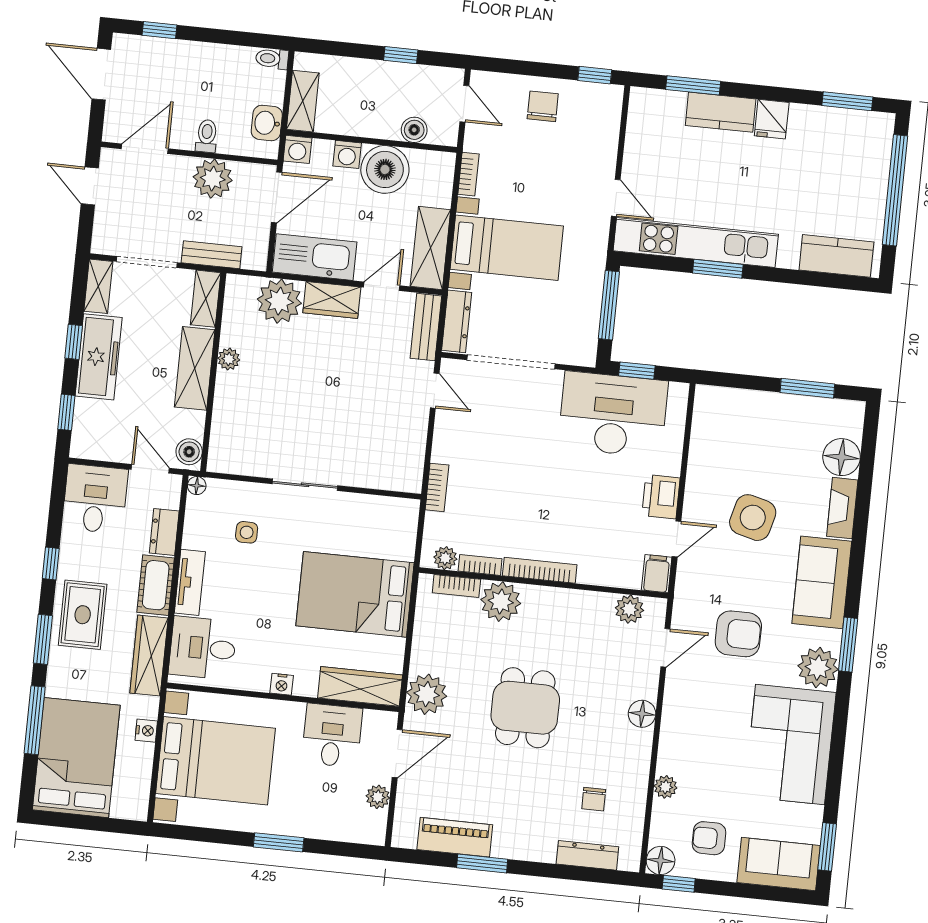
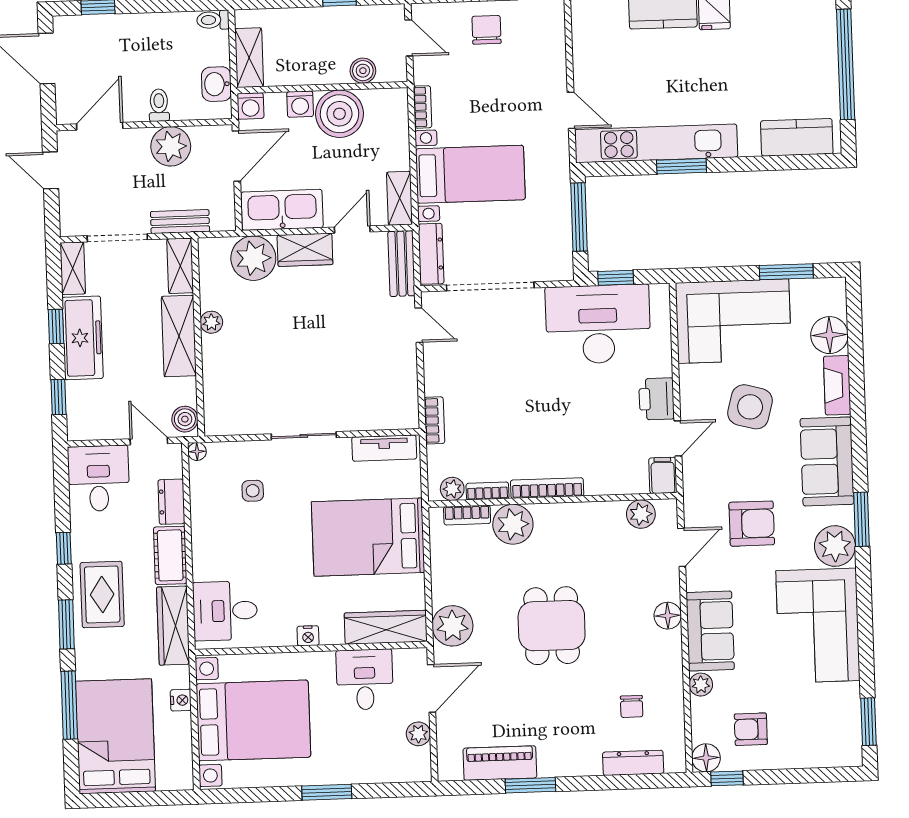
shelving: (430, 248) -> (400, 198), width x0.67, depth x0.75
corner sofa: (748, 430) -> (733, 321), added
tv unit: (190, 582) -> (384, 448), moved, turned 90
sofa: (779, 864) -> (710, 631), moved, turned 90

